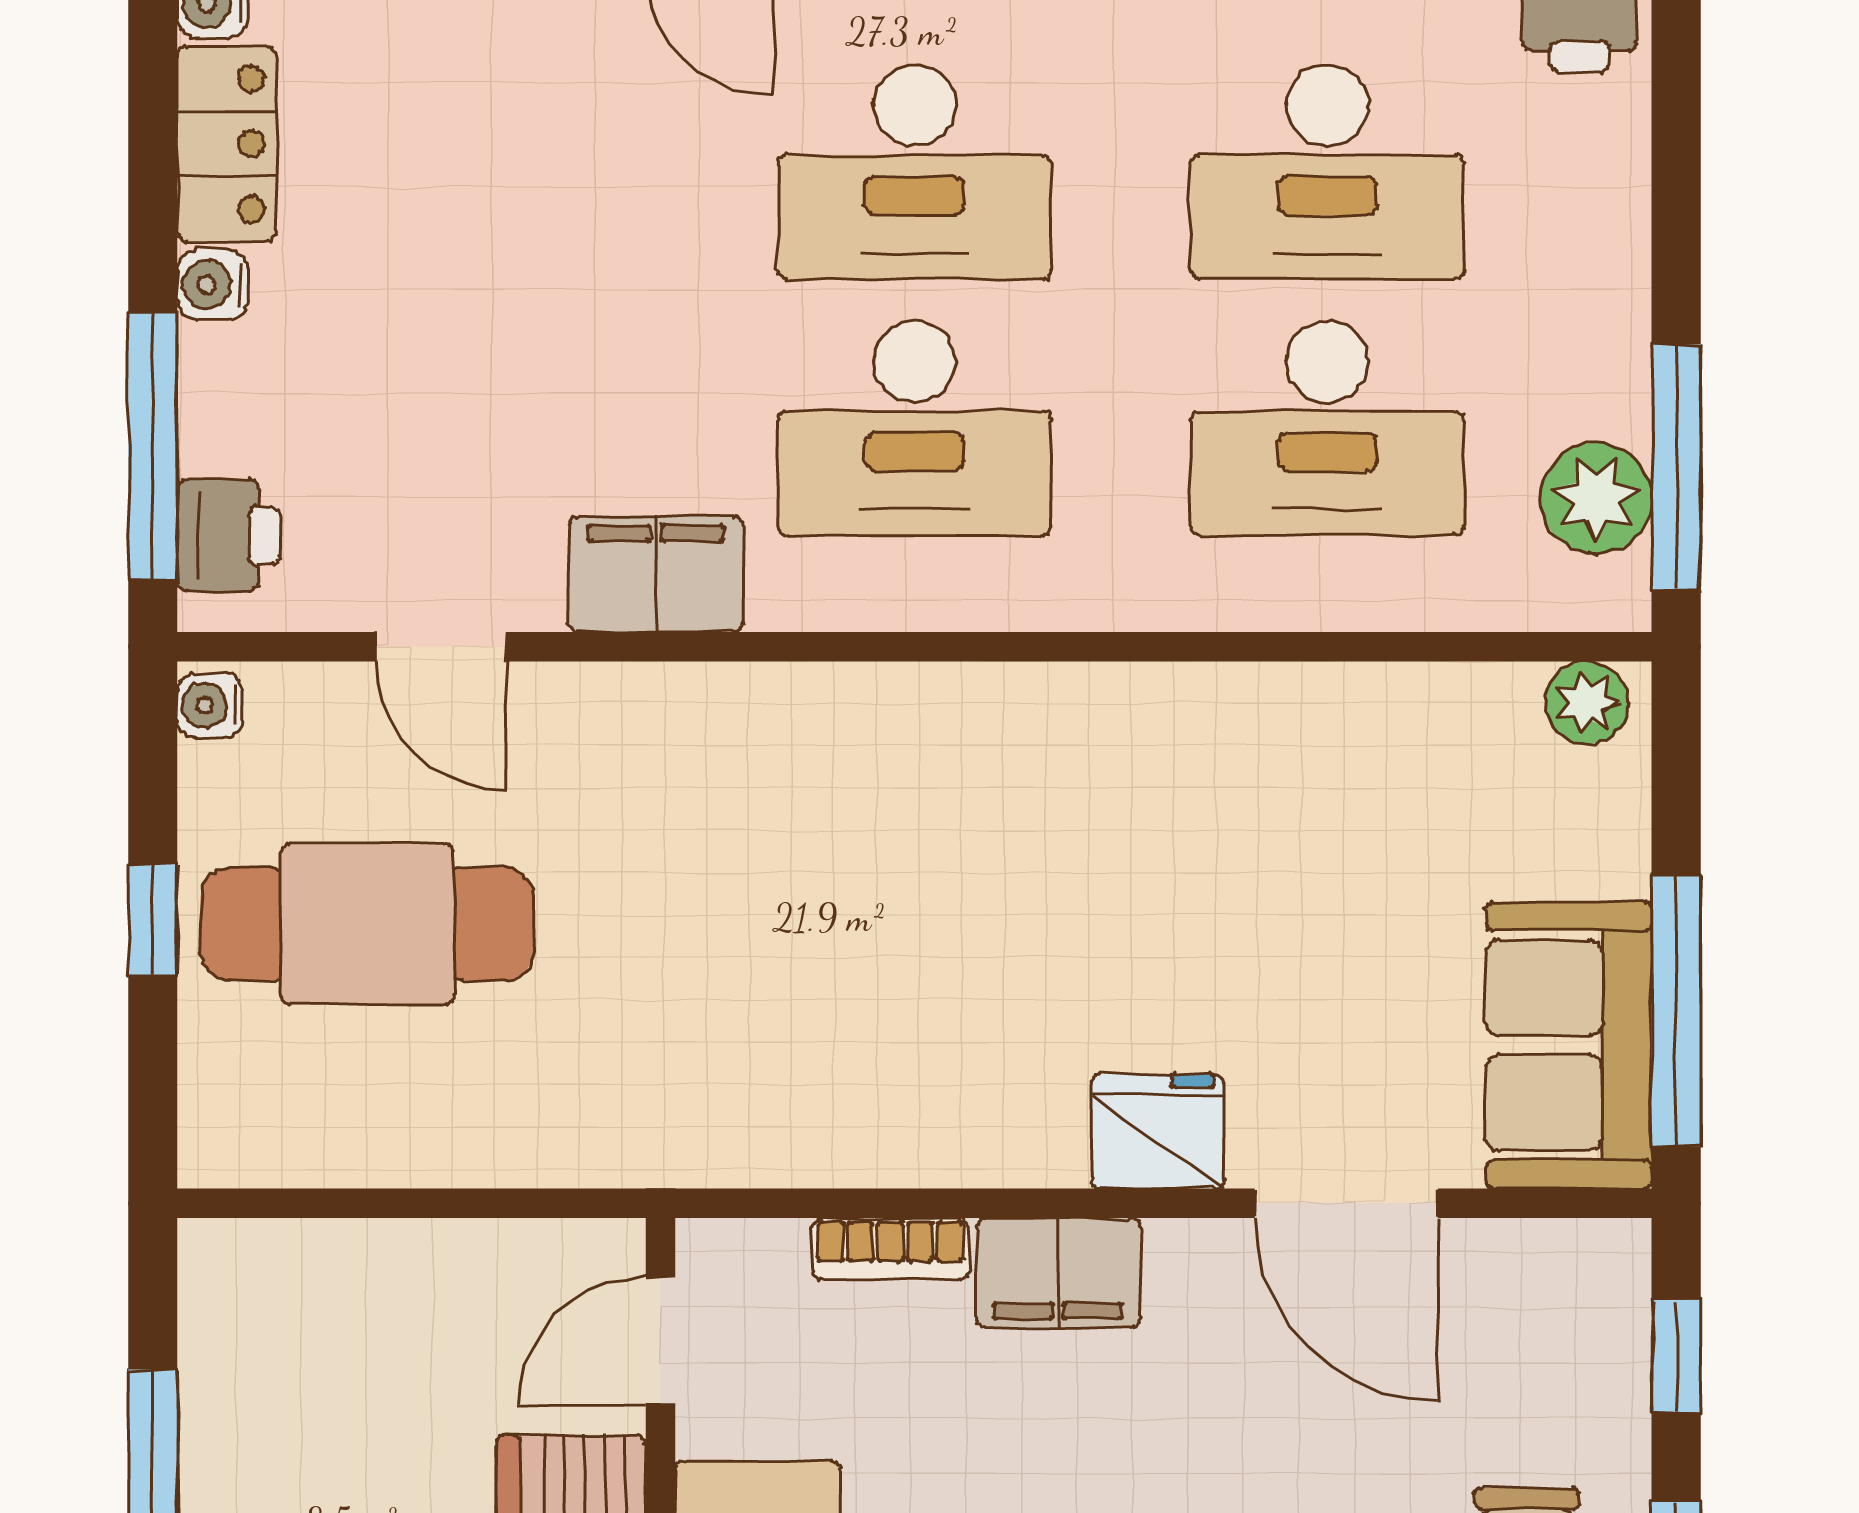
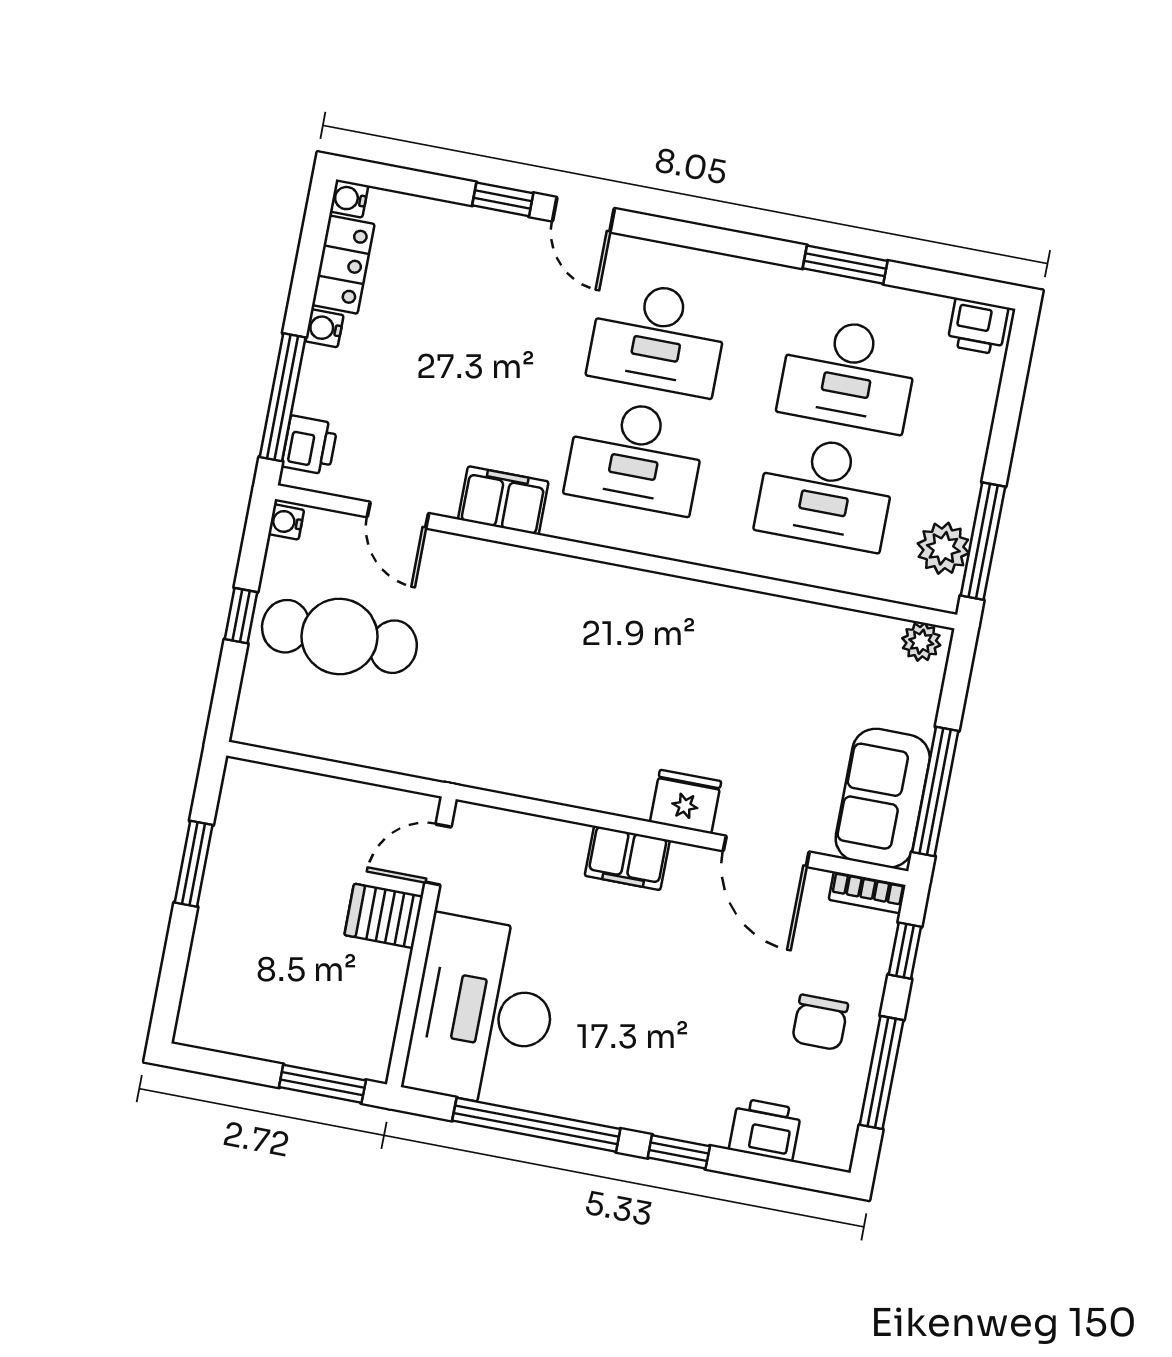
bookcase: (890, 1249) -> (867, 892), moved

